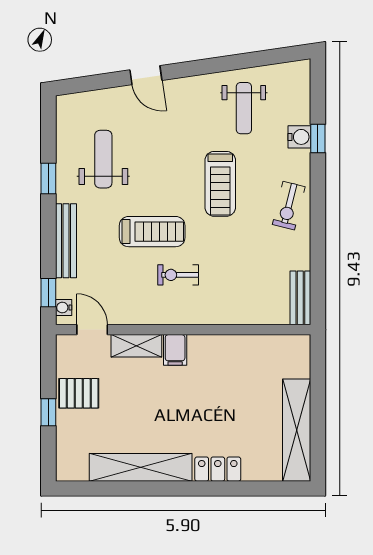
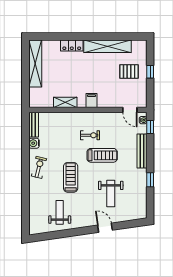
water cooler: (299, 137) -> (34, 143), moved
window: (318, 138) -> (25, 198), removed
weight bench: (103, 159) -> (111, 193), moved
treadmill: (152, 232) -> (102, 155), turned 180
shelving: (136, 346) -> (65, 102), moved
pallet: (79, 393) -> (129, 71), moved

